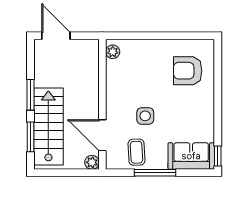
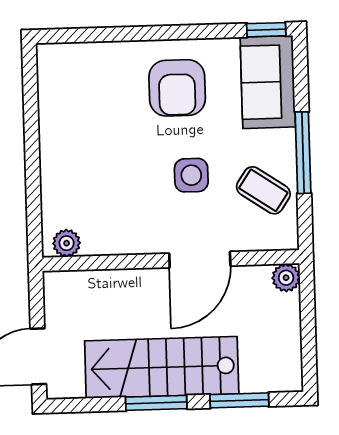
armchair: (188, 71) -> (177, 88), moved
stairs: (48, 127) -> (162, 367), moved
door: (102, 135) -> (200, 260), moved
coffee table: (136, 152) -> (263, 190), turned 37

